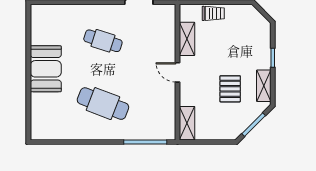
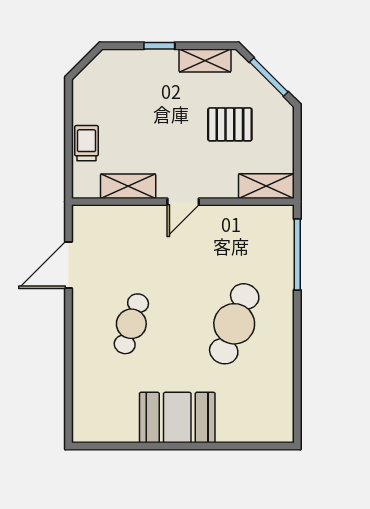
pallet: (230, 89) -> (230, 124), moved

